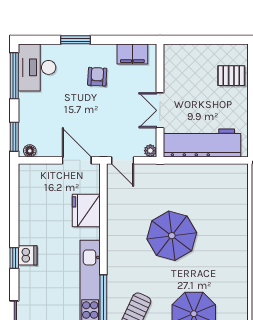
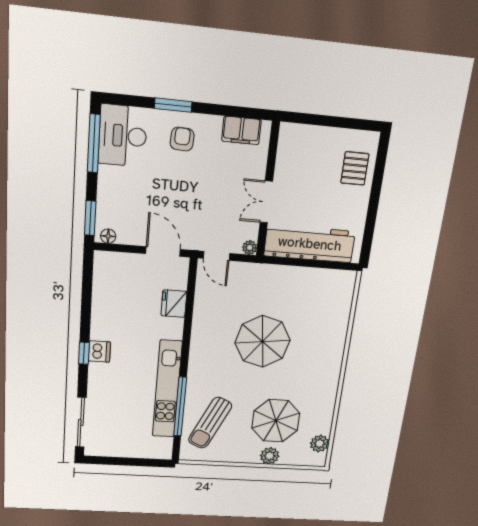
pallet: (231, 76) -> (355, 168), turned 90
armchair: (97, 77) -> (182, 139), moved
fridge: (86, 210) -> (174, 304), width x0.73, depth x0.75

